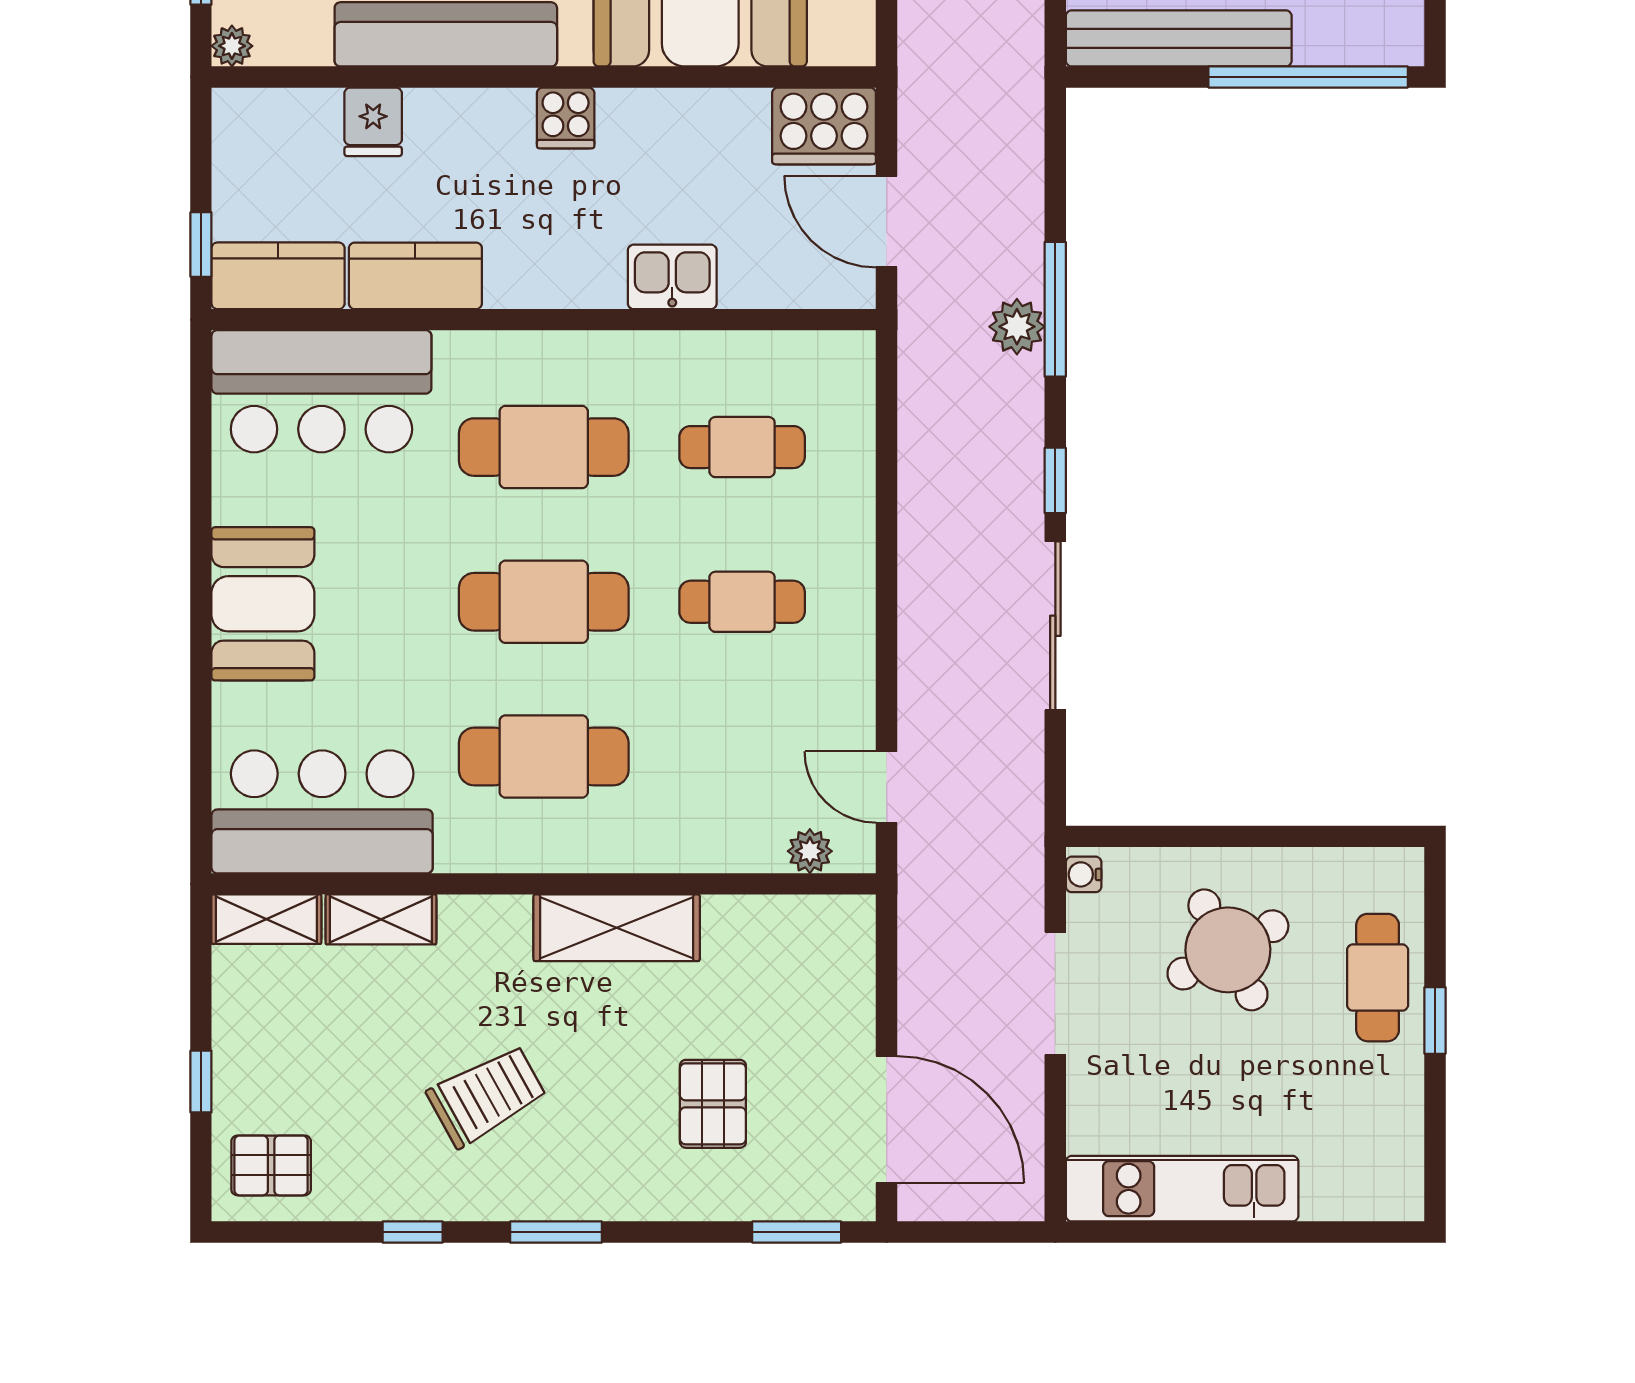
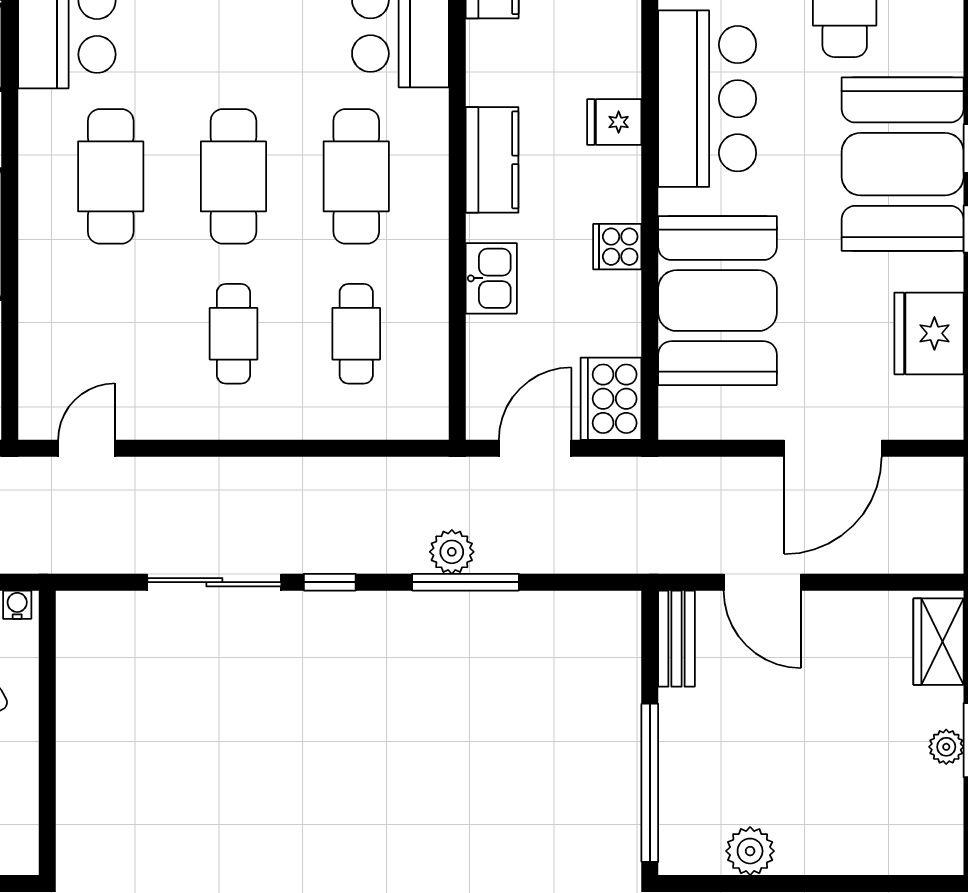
bench: (1179, 38) -> (677, 639), width x0.54, depth x0.82
cooker: (566, 118) -> (617, 247), moved
fridge: (373, 122) -> (614, 122), moved
kitchen counter: (415, 276) -> (492, 160), moved
plant: (810, 851) -> (36, 387), removed

